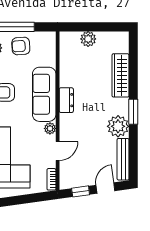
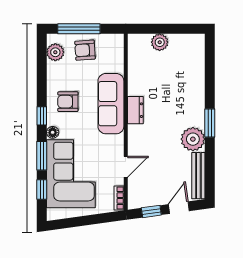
wardrobe: (120, 75) -> (196, 83), removed
plant: (50, 128) -> (117, 142), removed

